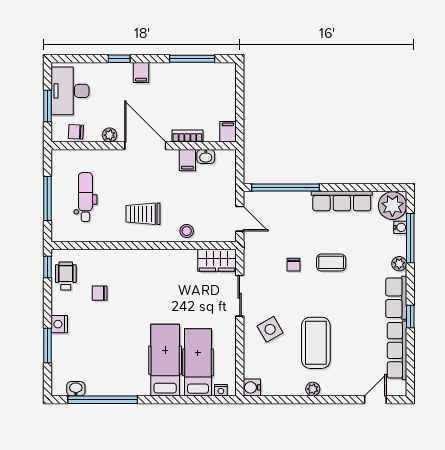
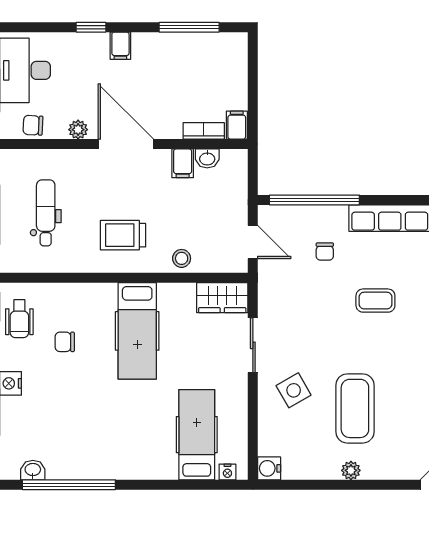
bookcase: (187, 136) -> (204, 131), moved
chair: (293, 265) -> (325, 252), moved
wheelchair: (66, 276) -> (19, 319), turned 180
hospital bed: (165, 360) -> (137, 331), moved, turned 180

